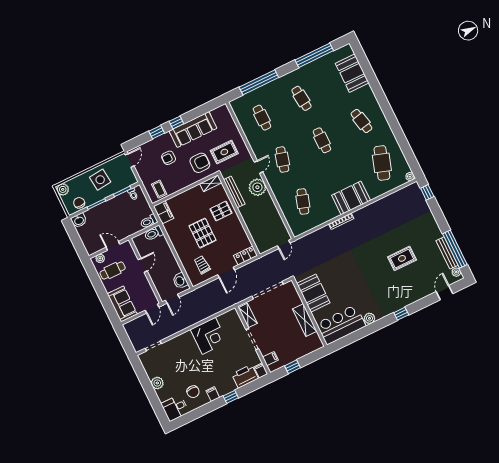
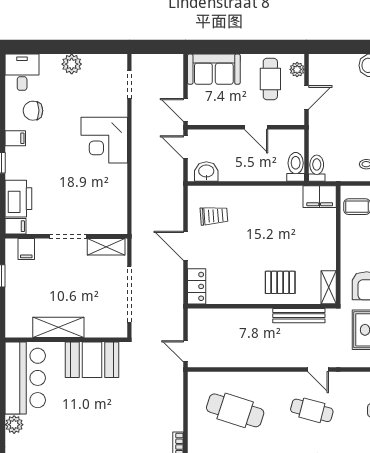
plant: (257, 187) -> (289, 353), removed
cafe table: (303, 201) -> (235, 410), width x1.37, depth x1.35
pallet: (221, 211) -> (280, 282), turned 90
pallet: (203, 233) -> (261, 239), removed
corner desk: (209, 336) -> (104, 140), moved

